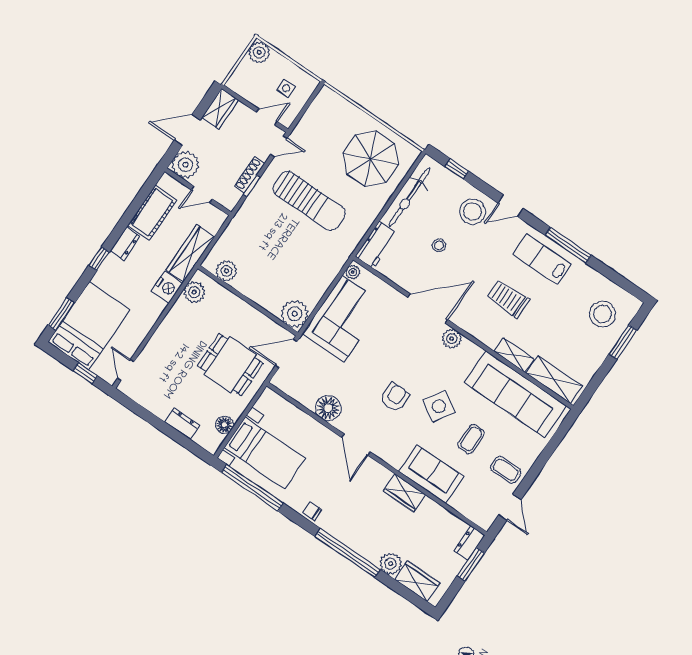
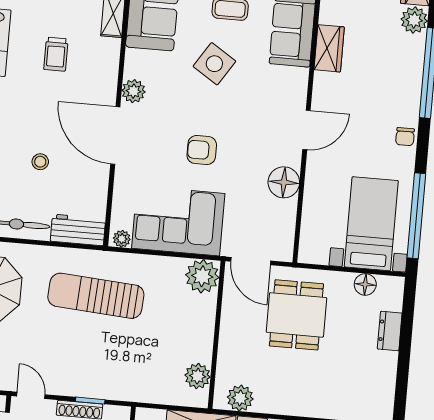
sun lounger: (309, 201) -> (96, 296), moved, turned -86
trolley: (508, 299) -> (56, 54), width x0.73, depth x0.72
armchair: (395, 397) -> (202, 150), moved

